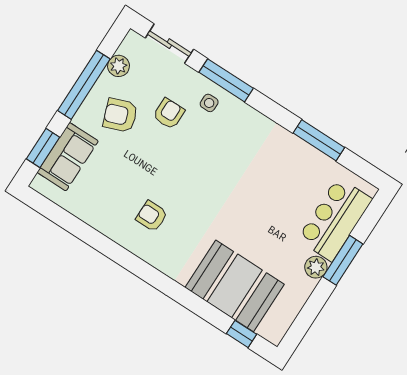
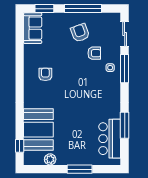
plant: (119, 66) -> (101, 18), removed
sofa: (68, 157) -> (33, 28), moved, turned -90
bar counter: (335, 219) -> (110, 139), moved, turned -90
plant: (316, 267) -> (50, 159), moved

